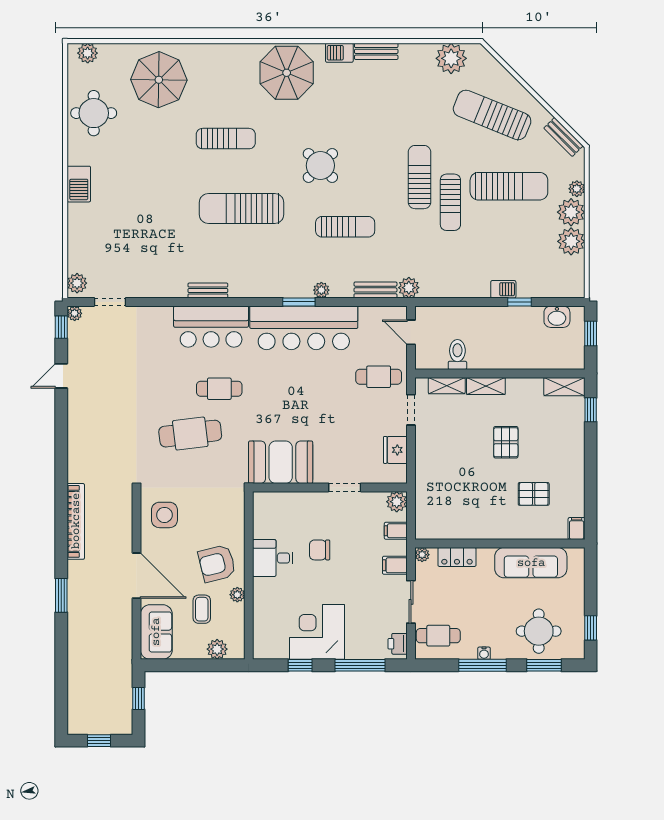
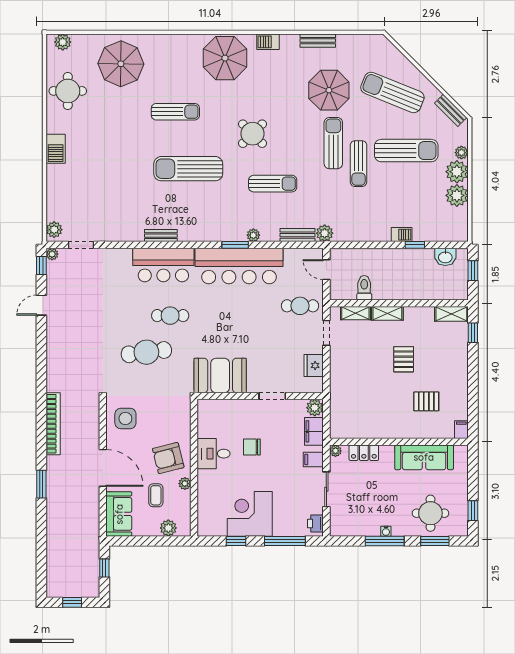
bench: (376, 51) -> (318, 41), moved
plant: (451, 58) -> (359, 46), removed
parasol: (414, 112) -> (329, 90), added
filing cabinet: (396, 531) -> (314, 431), width x2.00
cafe table: (438, 636) -> (349, 517), removed

